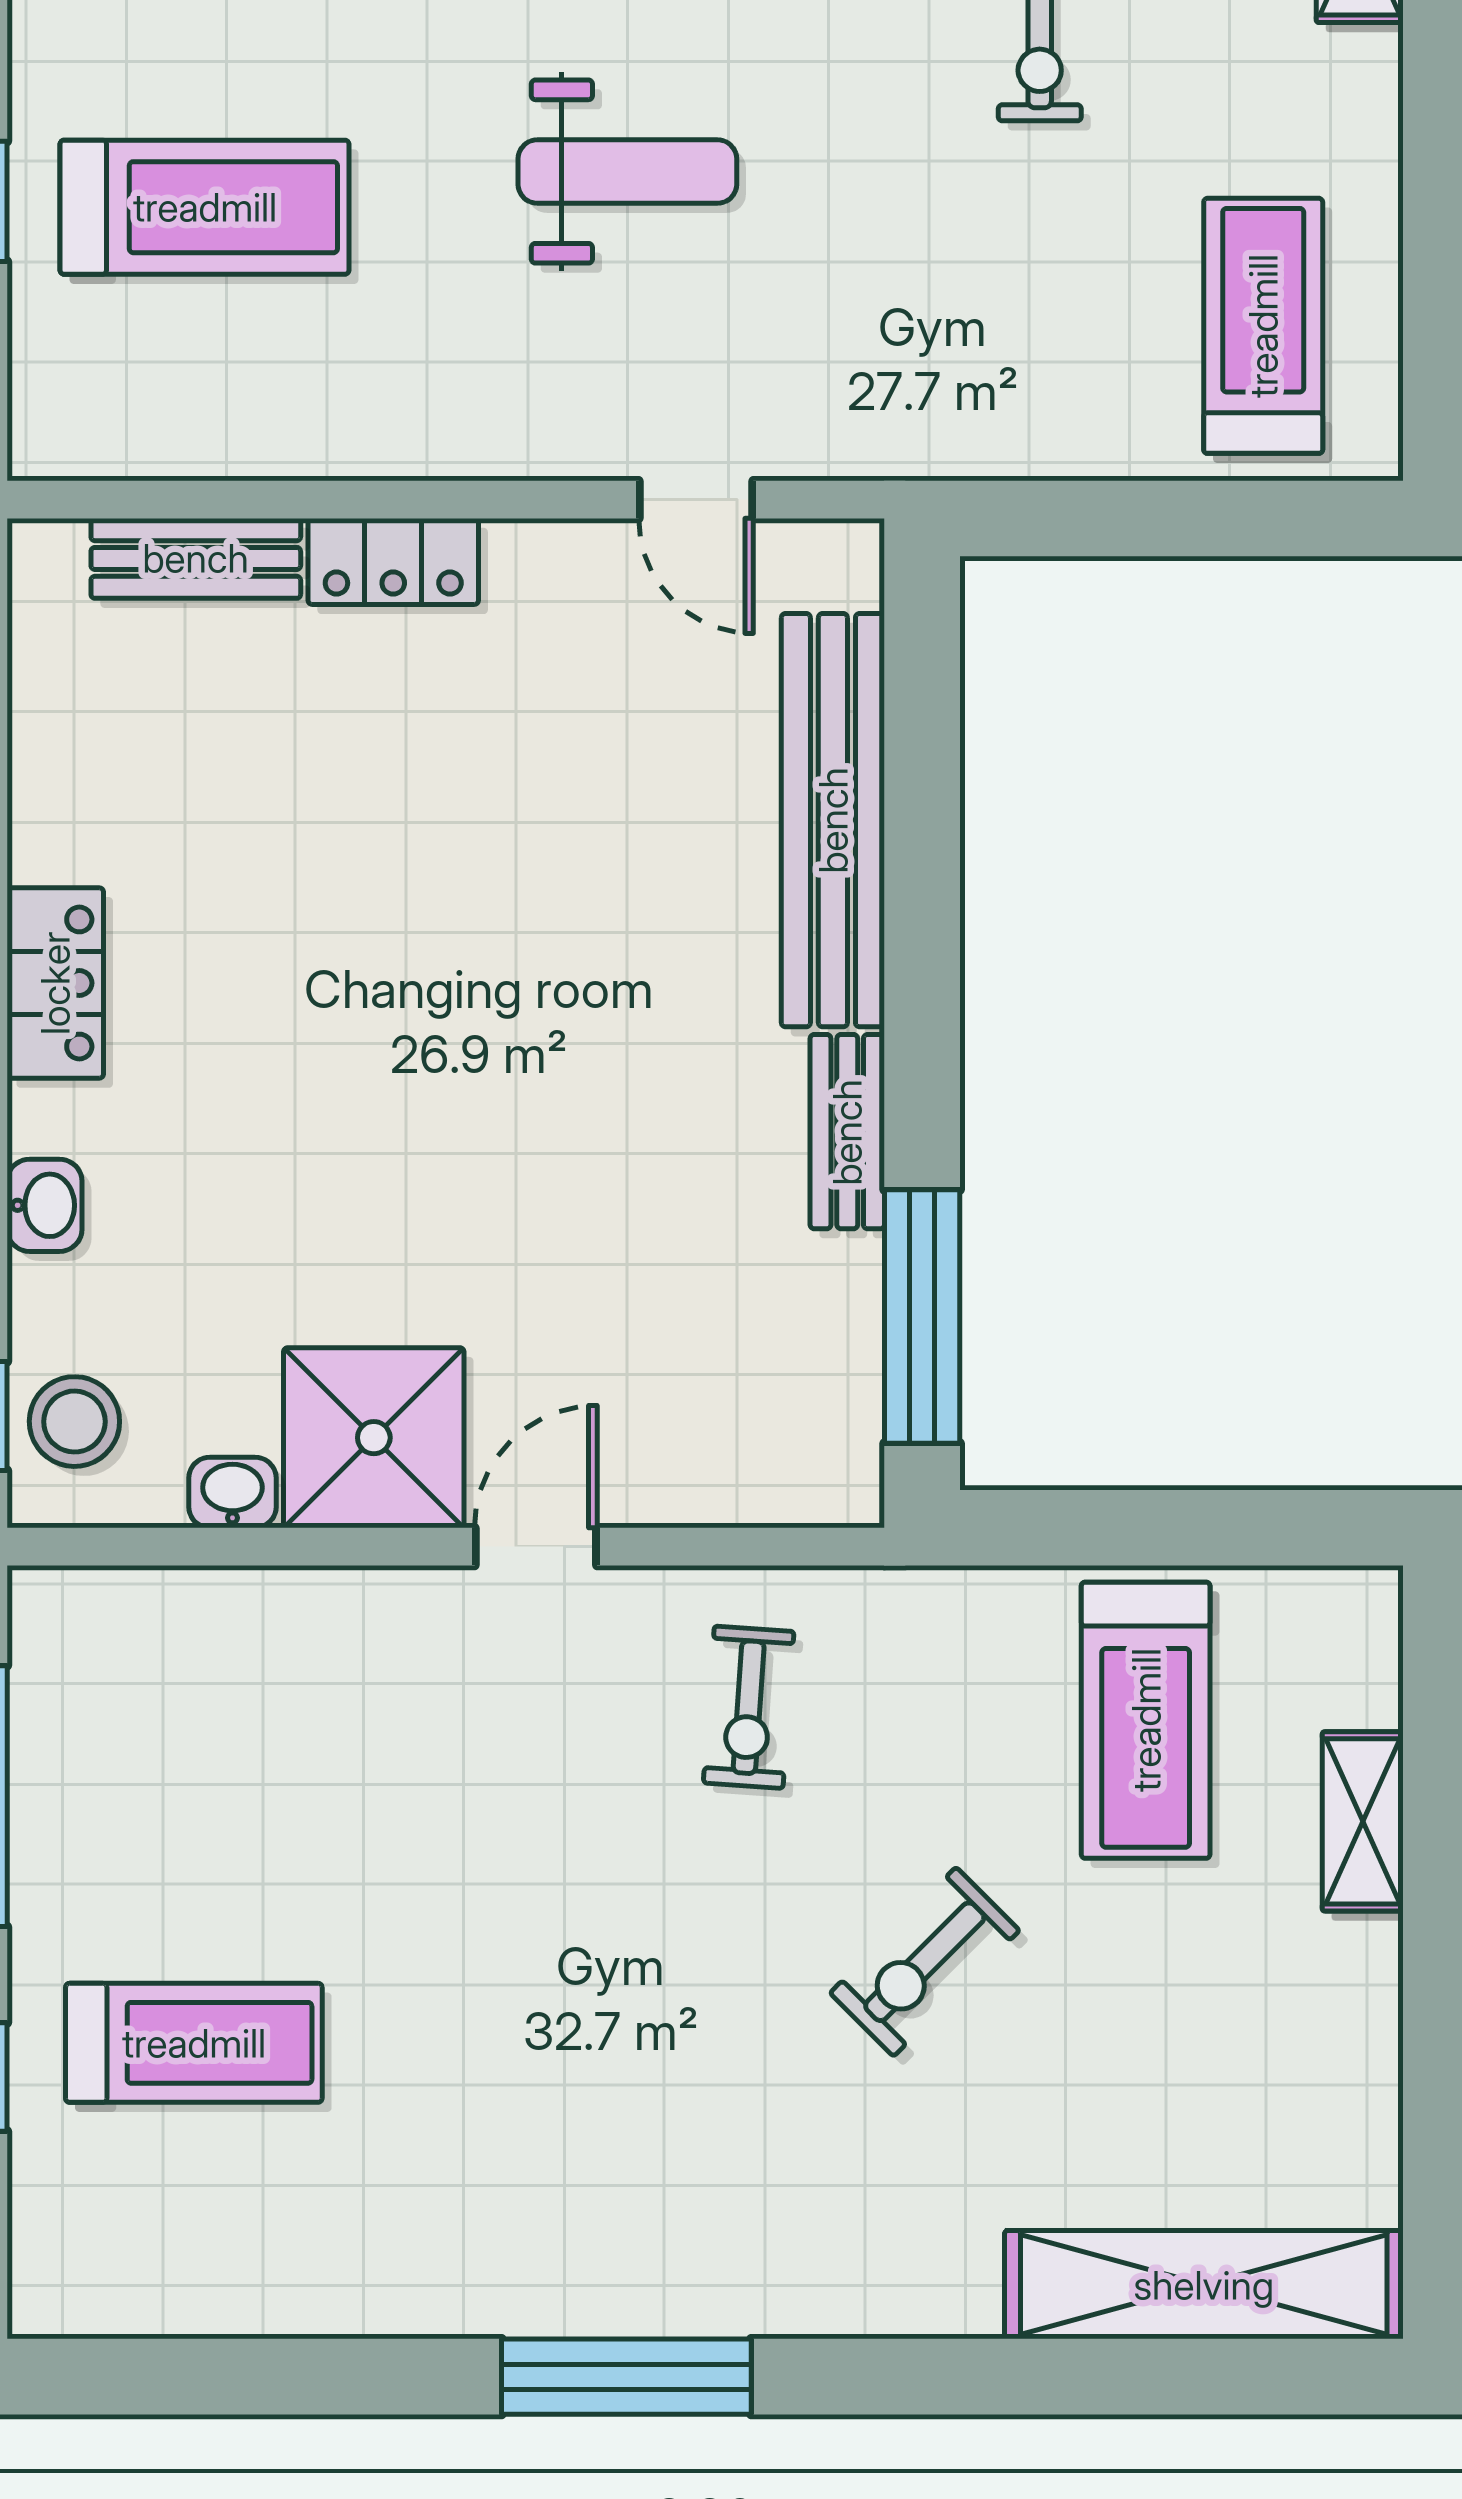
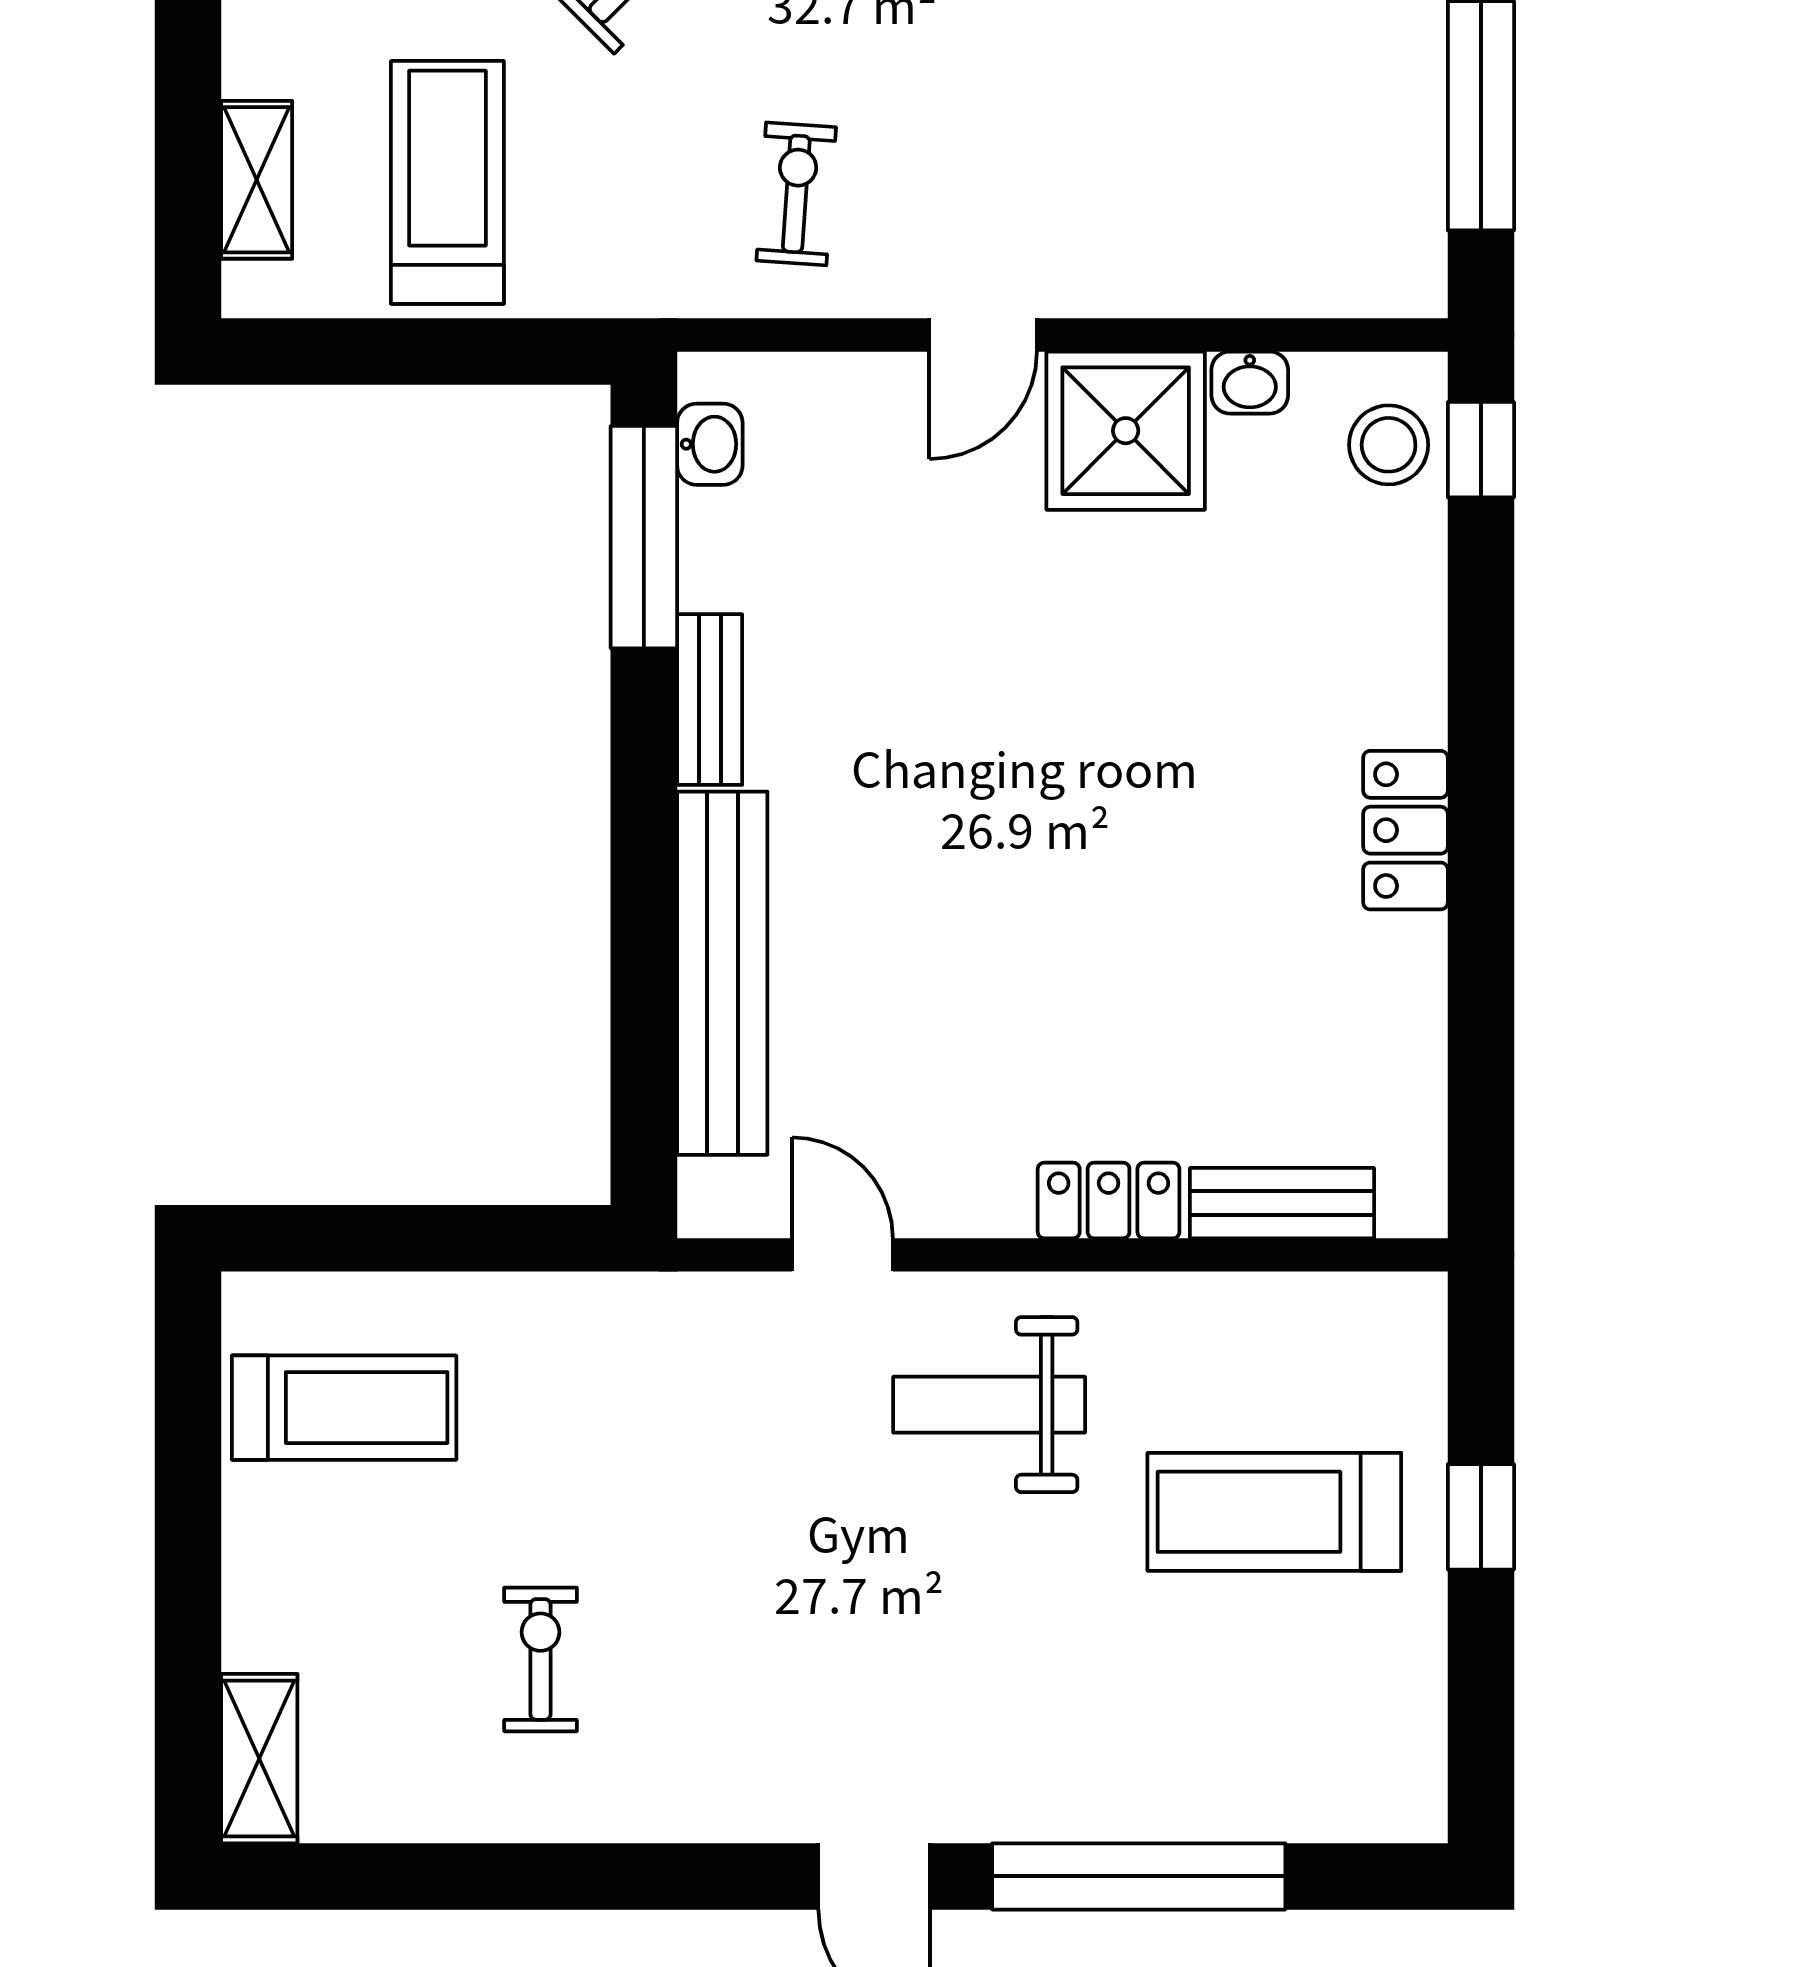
weight bench: (627, 172) -> (989, 1405), moved
treadmill: (1263, 326) -> (344, 1408), turned -90
washbasin: (44, 1205) -> (710, 444), moved, turned 180
shelving: (1363, 1821) -> (257, 180), moved

